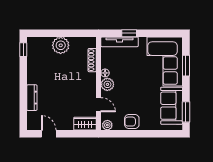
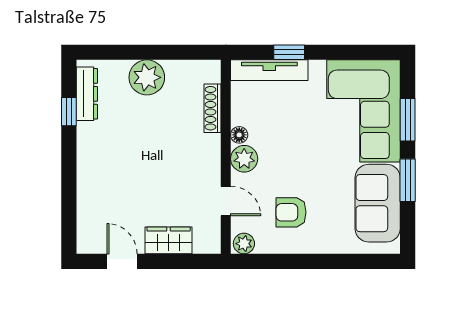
window: (23, 50) -> (69, 112), moved
dresser: (32, 98) -> (87, 94), moved
window: (186, 112) -> (408, 180), moved
armchair: (132, 122) -> (291, 212), moved
wardrobe: (85, 124) -> (169, 240), moved

